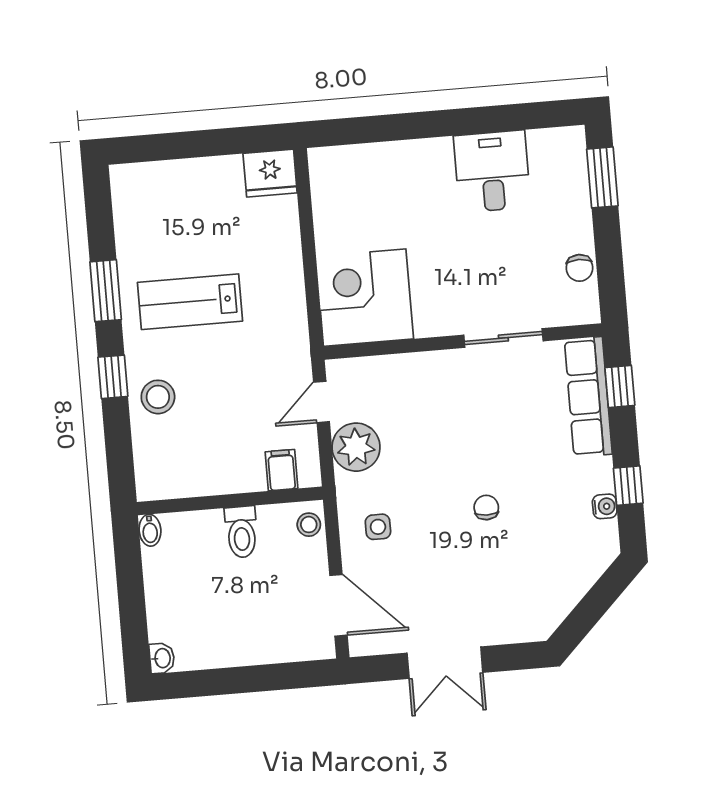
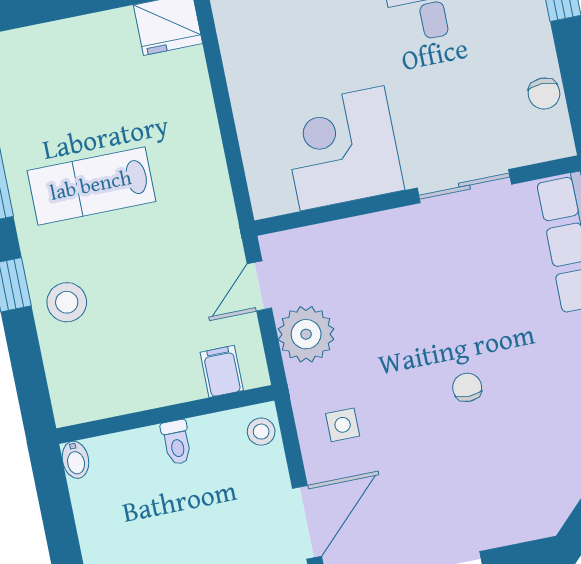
corner desk: (365, 298) -> (342, 148), moved
toilet: (241, 532) -> (177, 442), width x0.73, depth x0.72
door: (339, 605) -> (307, 522), hinge flipped

